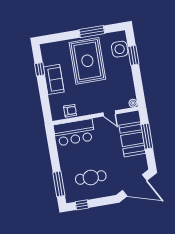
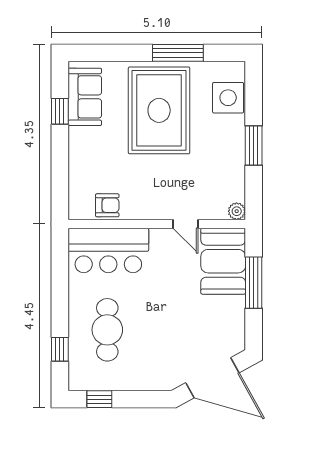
window: (133, 55) -> (254, 145), moved
sofa: (54, 79) -> (85, 97), moved
booth: (132, 139) -> (223, 261), moved
cafe table: (91, 177) -> (107, 330), moved, turned 90
window: (59, 184) -> (60, 349), width x0.46

